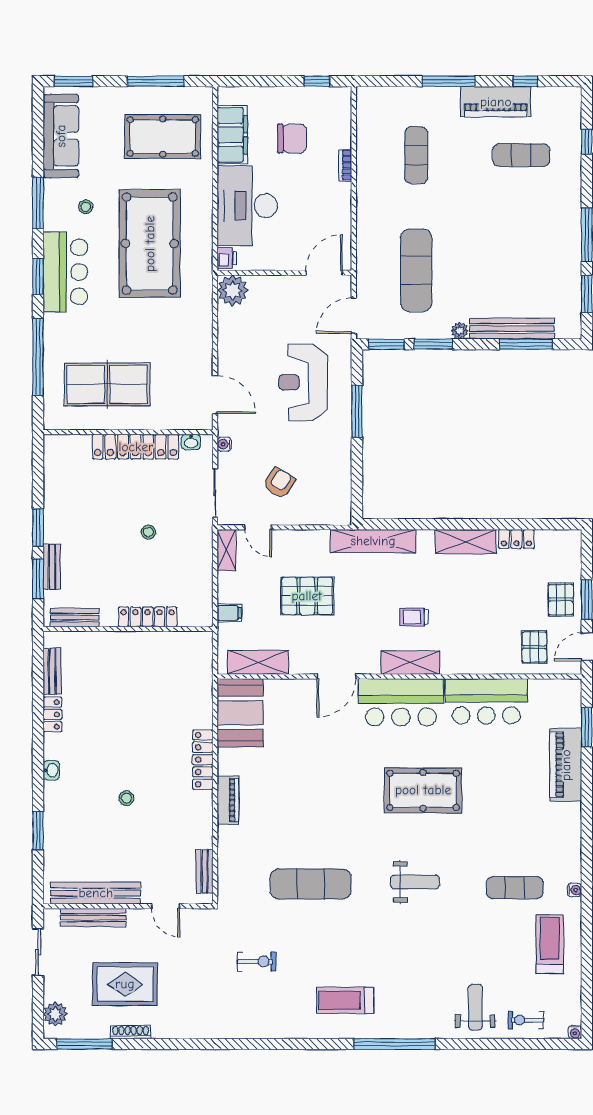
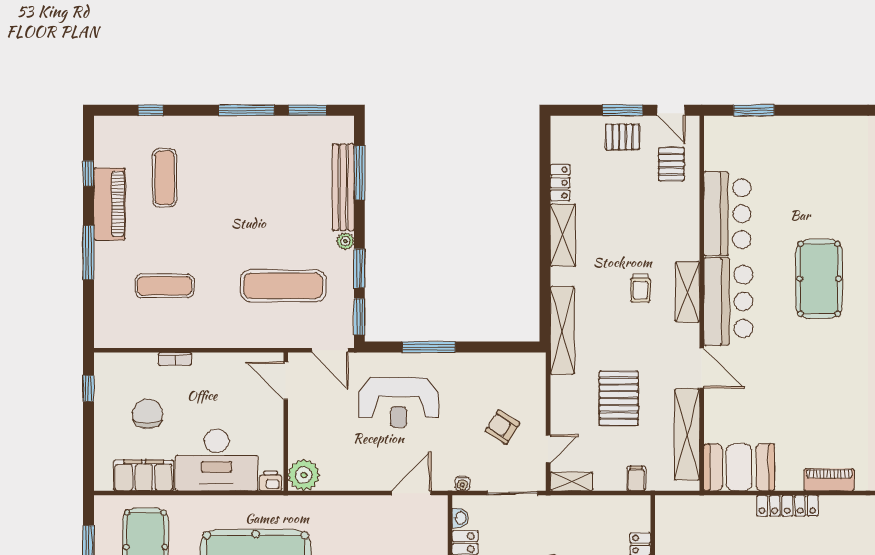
pallet: (534, 647) -> (671, 164), turned 90
shelving: (258, 662) -> (687, 434), width x1.47
piano: (566, 765) -> (793, 132), removed

